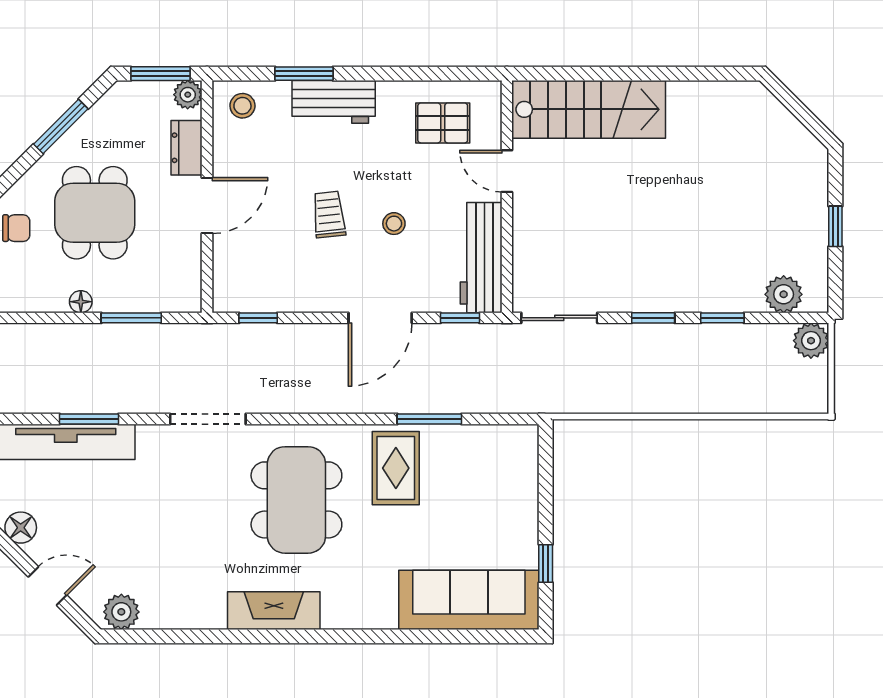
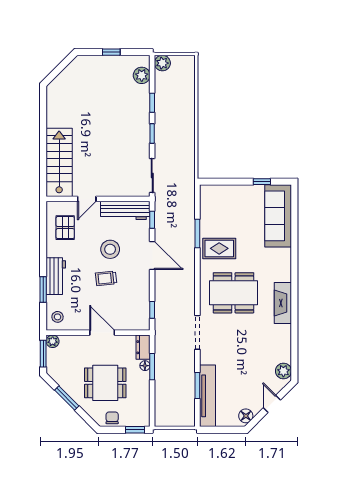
dresser: (187, 148) -> (143, 347), moved, turned 90
stool: (394, 224) -> (110, 249), width x1.89, depth x1.89
floor lamp: (81, 302) -> (145, 366), moved

